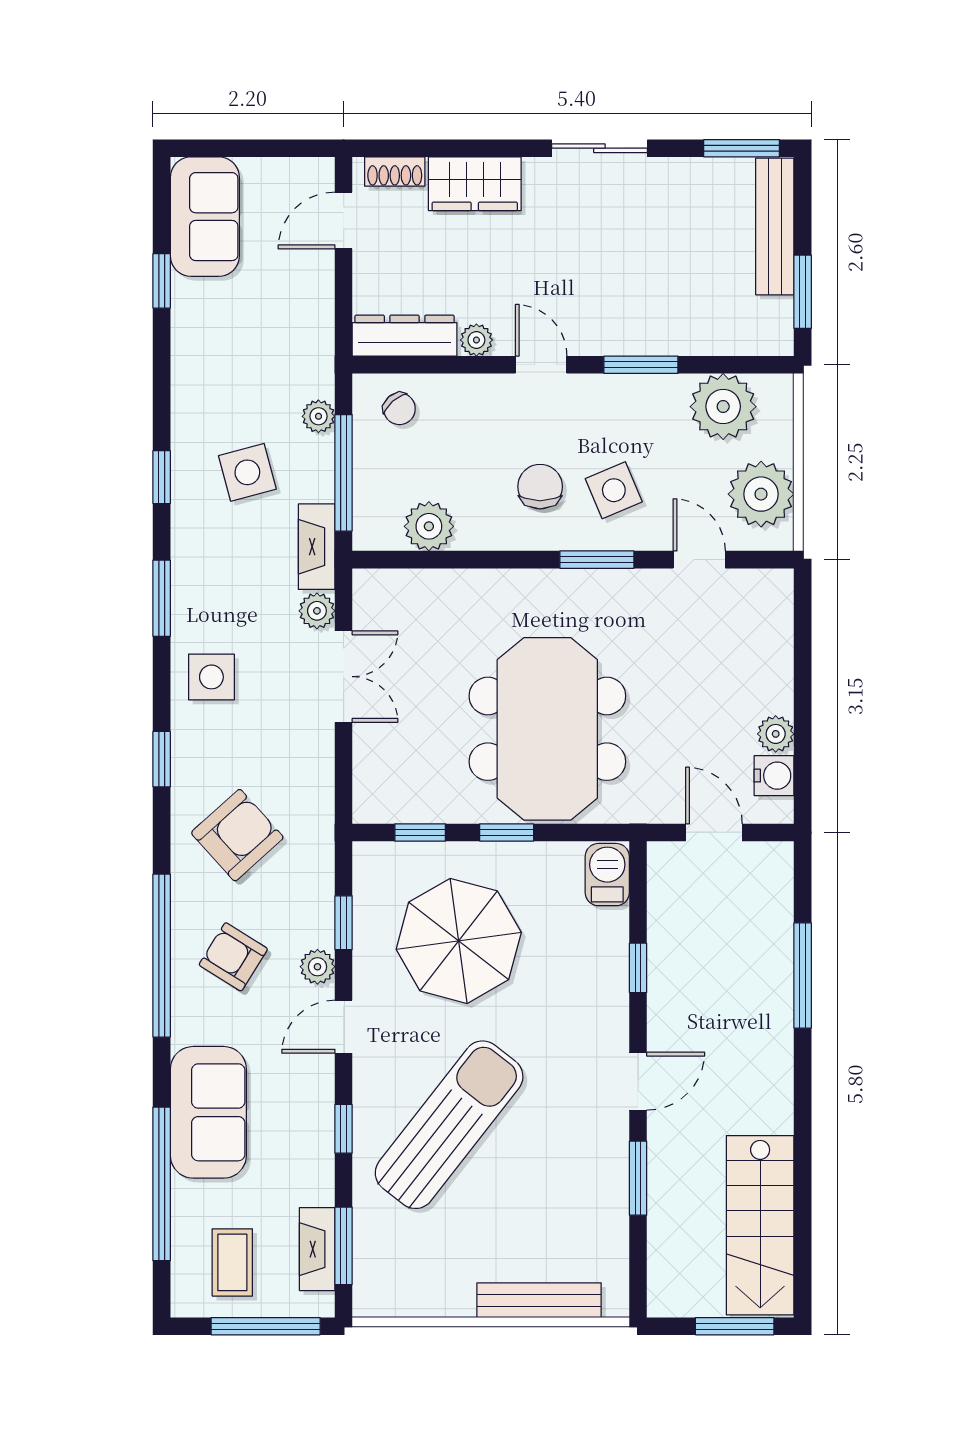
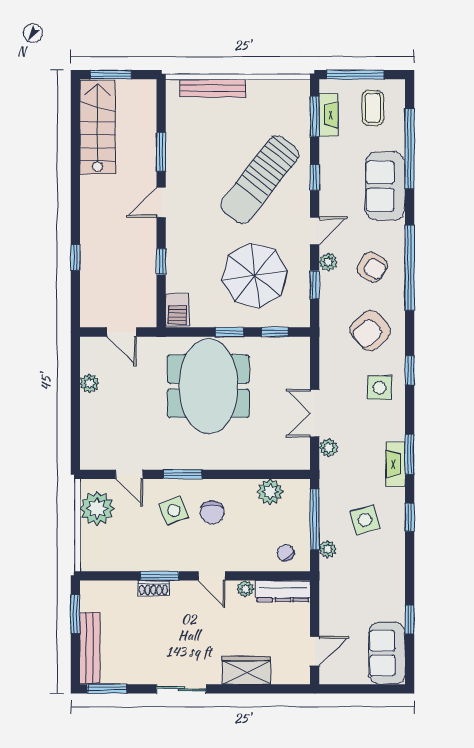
shoe rack: (395, 172) -> (153, 588), moved, turned 180
plant: (723, 407) -> (117, 554), removed
fireplace: (317, 547) -> (396, 464), moved, turned 180
side table: (211, 677) -> (380, 388), moved
water cooler: (774, 776) -> (90, 362), removed
window: (803, 976) -> (75, 257), width x0.46

